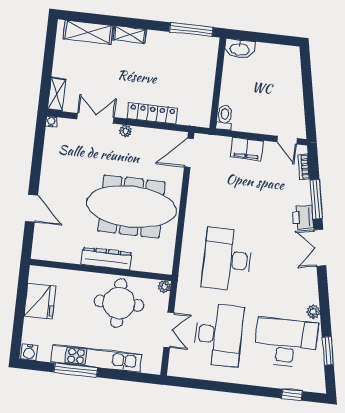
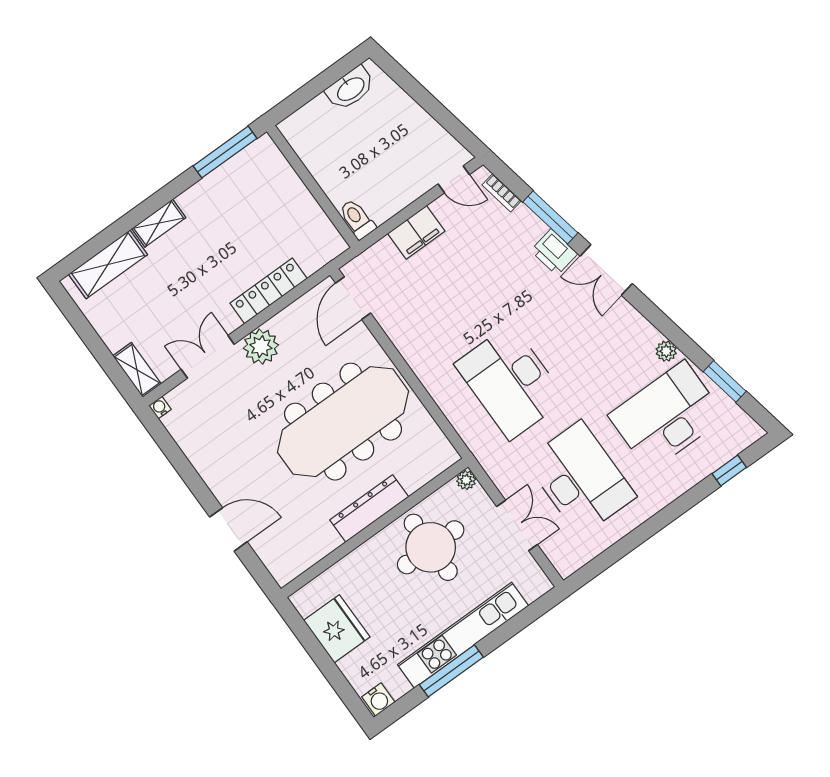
washbasin: (240, 49) -> (350, 88), moved
plant: (125, 131) -> (261, 347), width x1.88, depth x1.88

